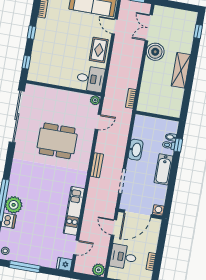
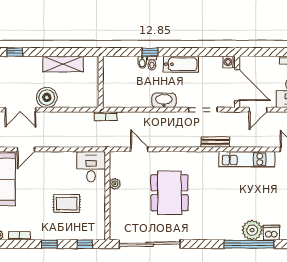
rug: (99, 50) -> (67, 204), moved
plant: (95, 100) -> (115, 184), moved
wall: (158, 116) -> (101, 82), moved
bench: (97, 165) -> (215, 142), moved

